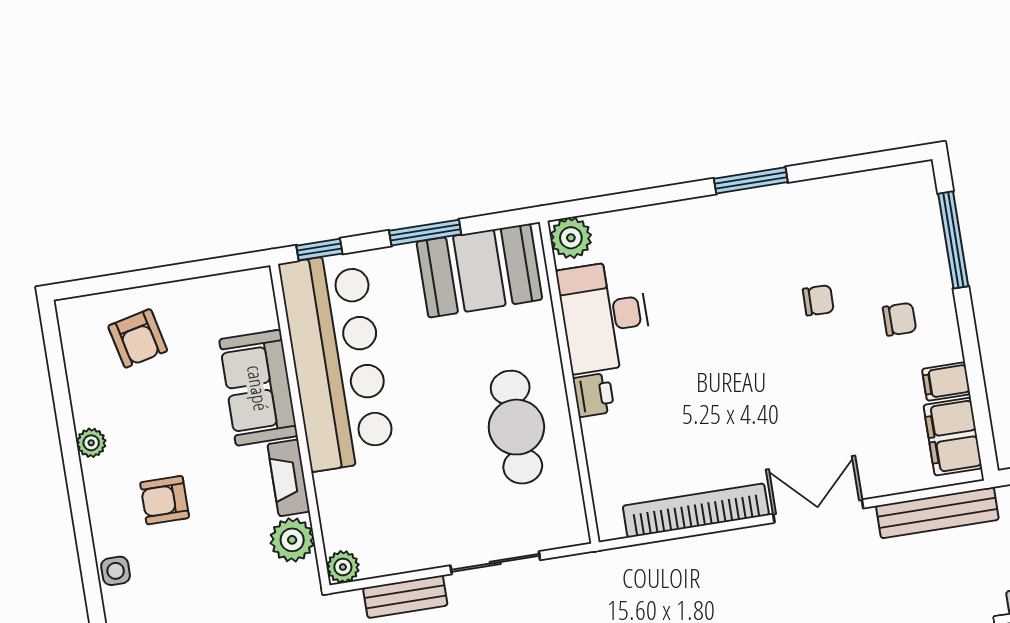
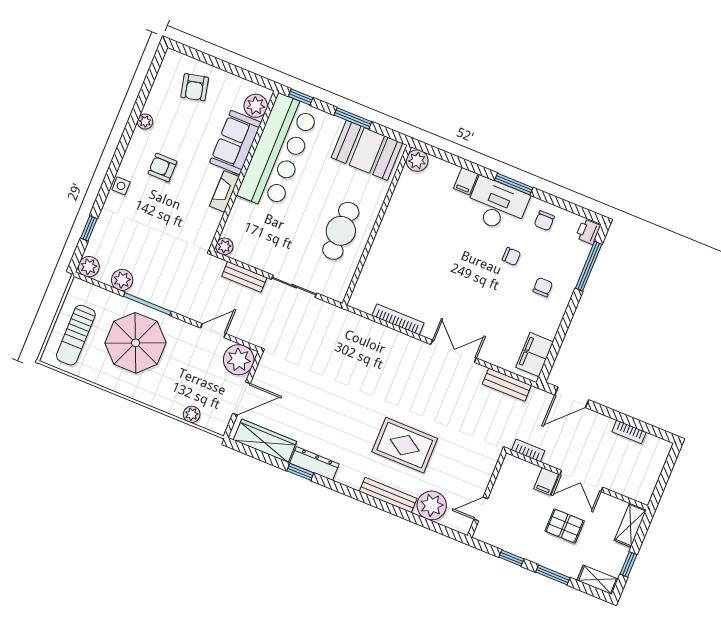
chair: (836, 210) -> (544, 221), added
desk: (605, 316) -> (497, 205), moved, turned 90
chair: (899, 319) -> (543, 287), turned -90
filing cabinet: (946, 382) -> (466, 181), moved, turned -90
printer: (594, 395) -> (588, 231), moved, turned 180
bookcase: (696, 510) -> (398, 319), width x0.68, depth x0.76
bench: (937, 513) -> (507, 385), width x0.73
plant: (292, 540) -> (256, 106), moved

